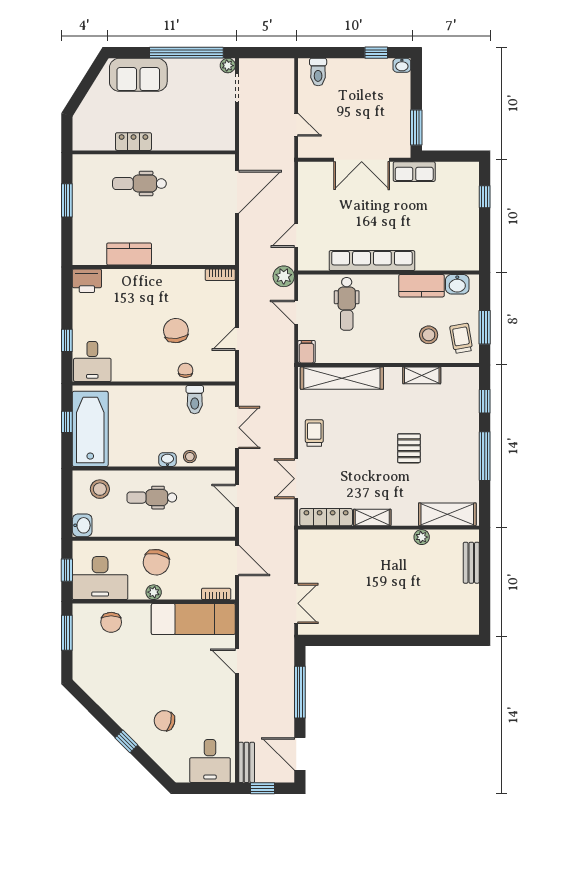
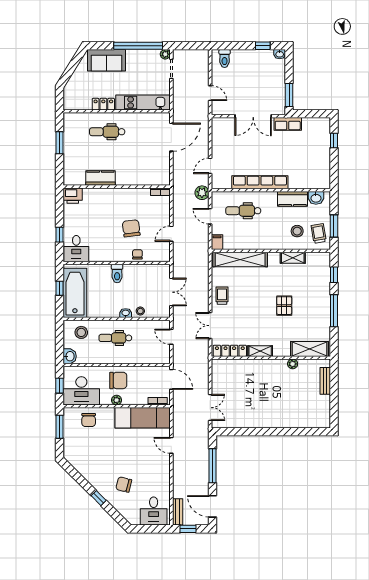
kitchen unit: (194, 139) -> (143, 102), added
dental chair: (347, 304) -> (243, 211), turned 90
toilet: (195, 400) -> (117, 274), moved
chair: (156, 562) -> (118, 380), turned -101

